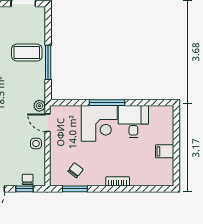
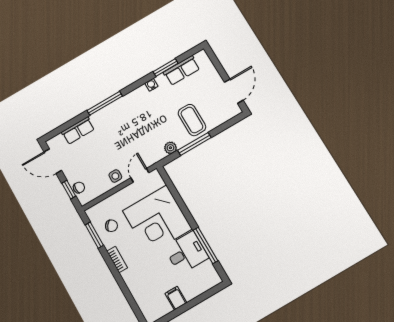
window: (107, 103) -> (205, 245), moved
plant: (39, 106) -> (170, 148), moved
corner desk: (99, 123) -> (157, 220), width x1.36, depth x1.36
bookcase: (118, 181) -> (117, 259), moved

